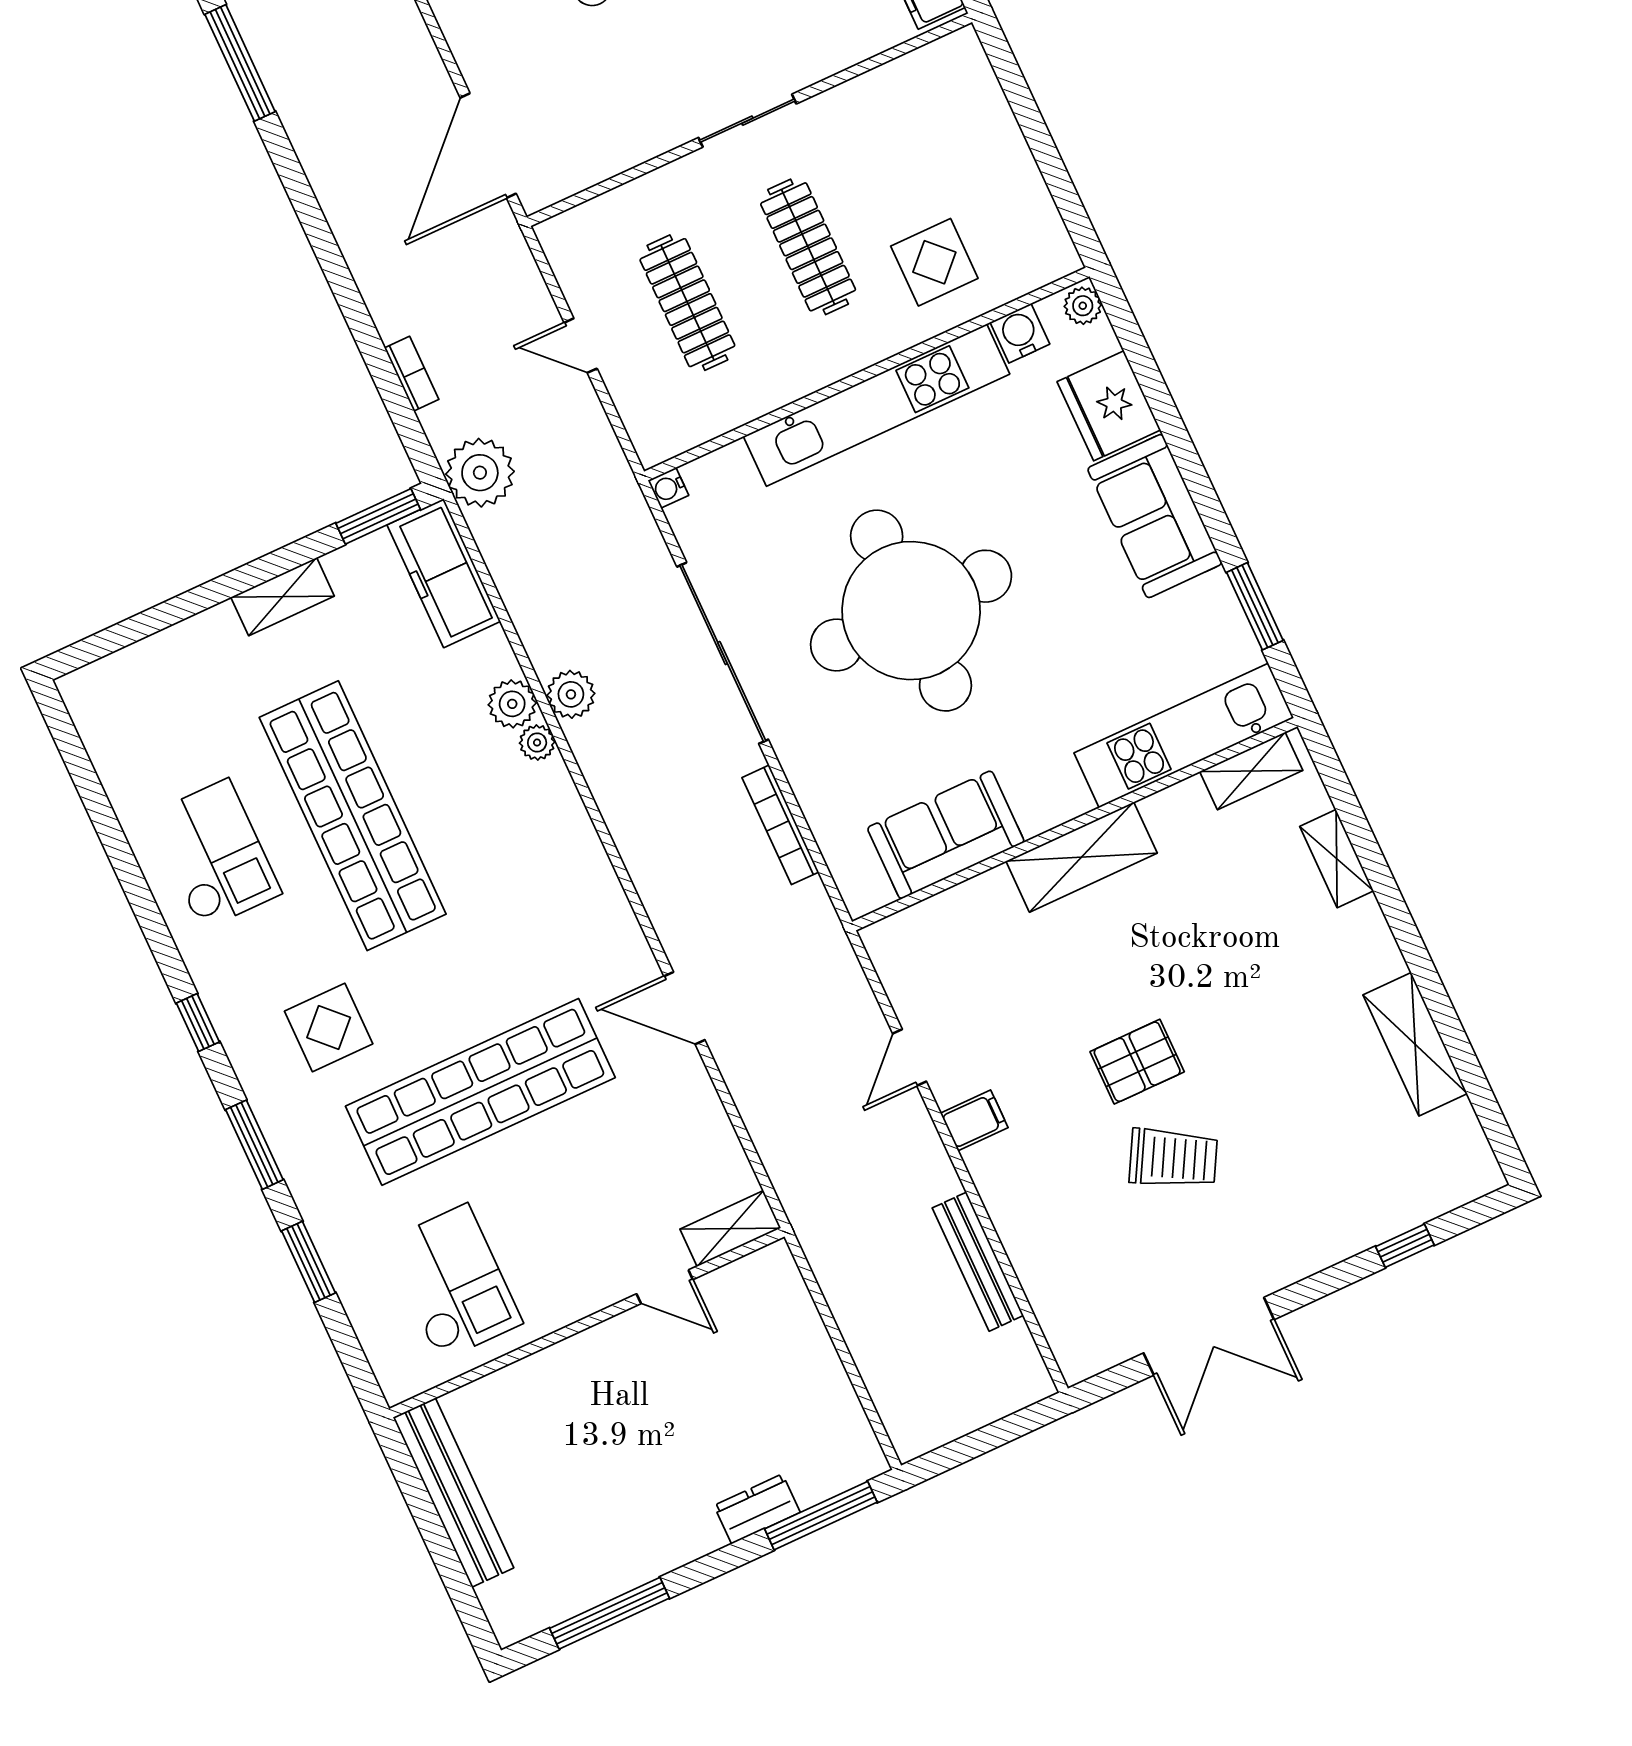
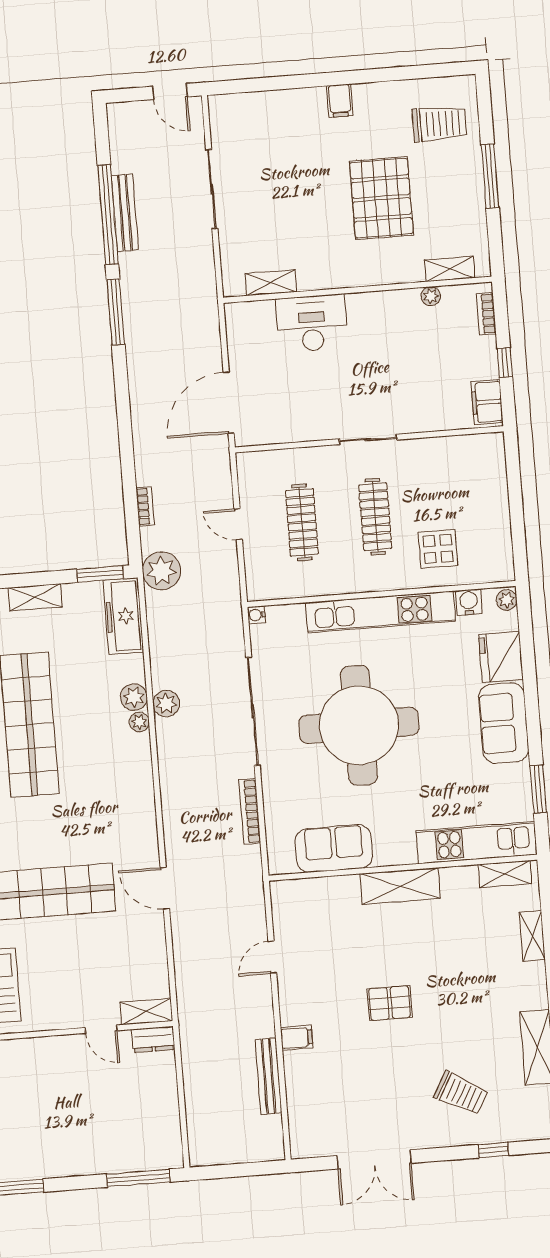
filing cabinet: (974, 1120) -> (297, 1038), moved
trolley: (1173, 1158) -> (461, 1093), moved
dresser: (757, 1509) -> (153, 1039), moved, turned 180

